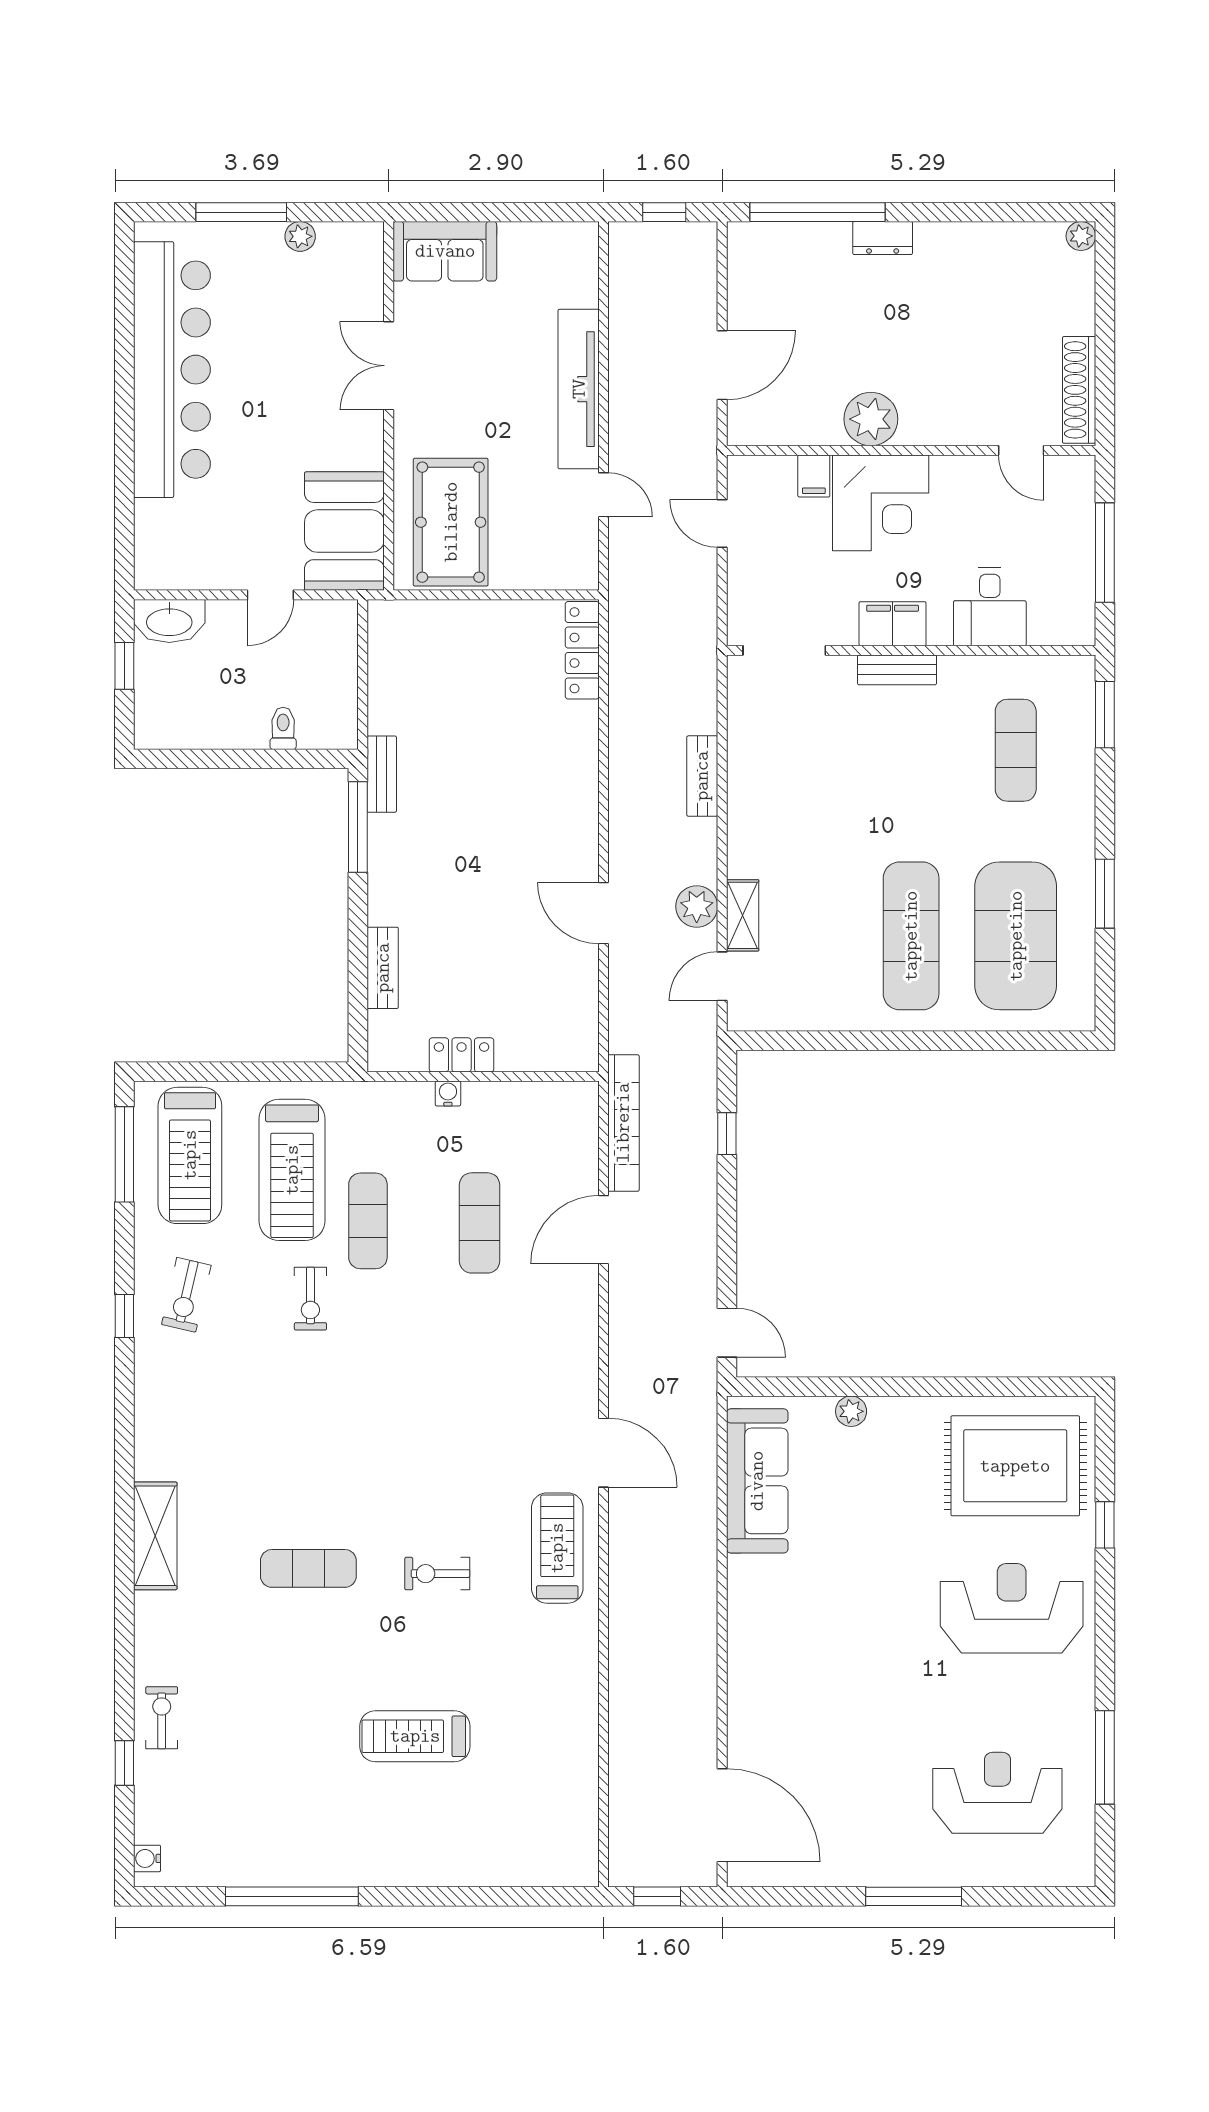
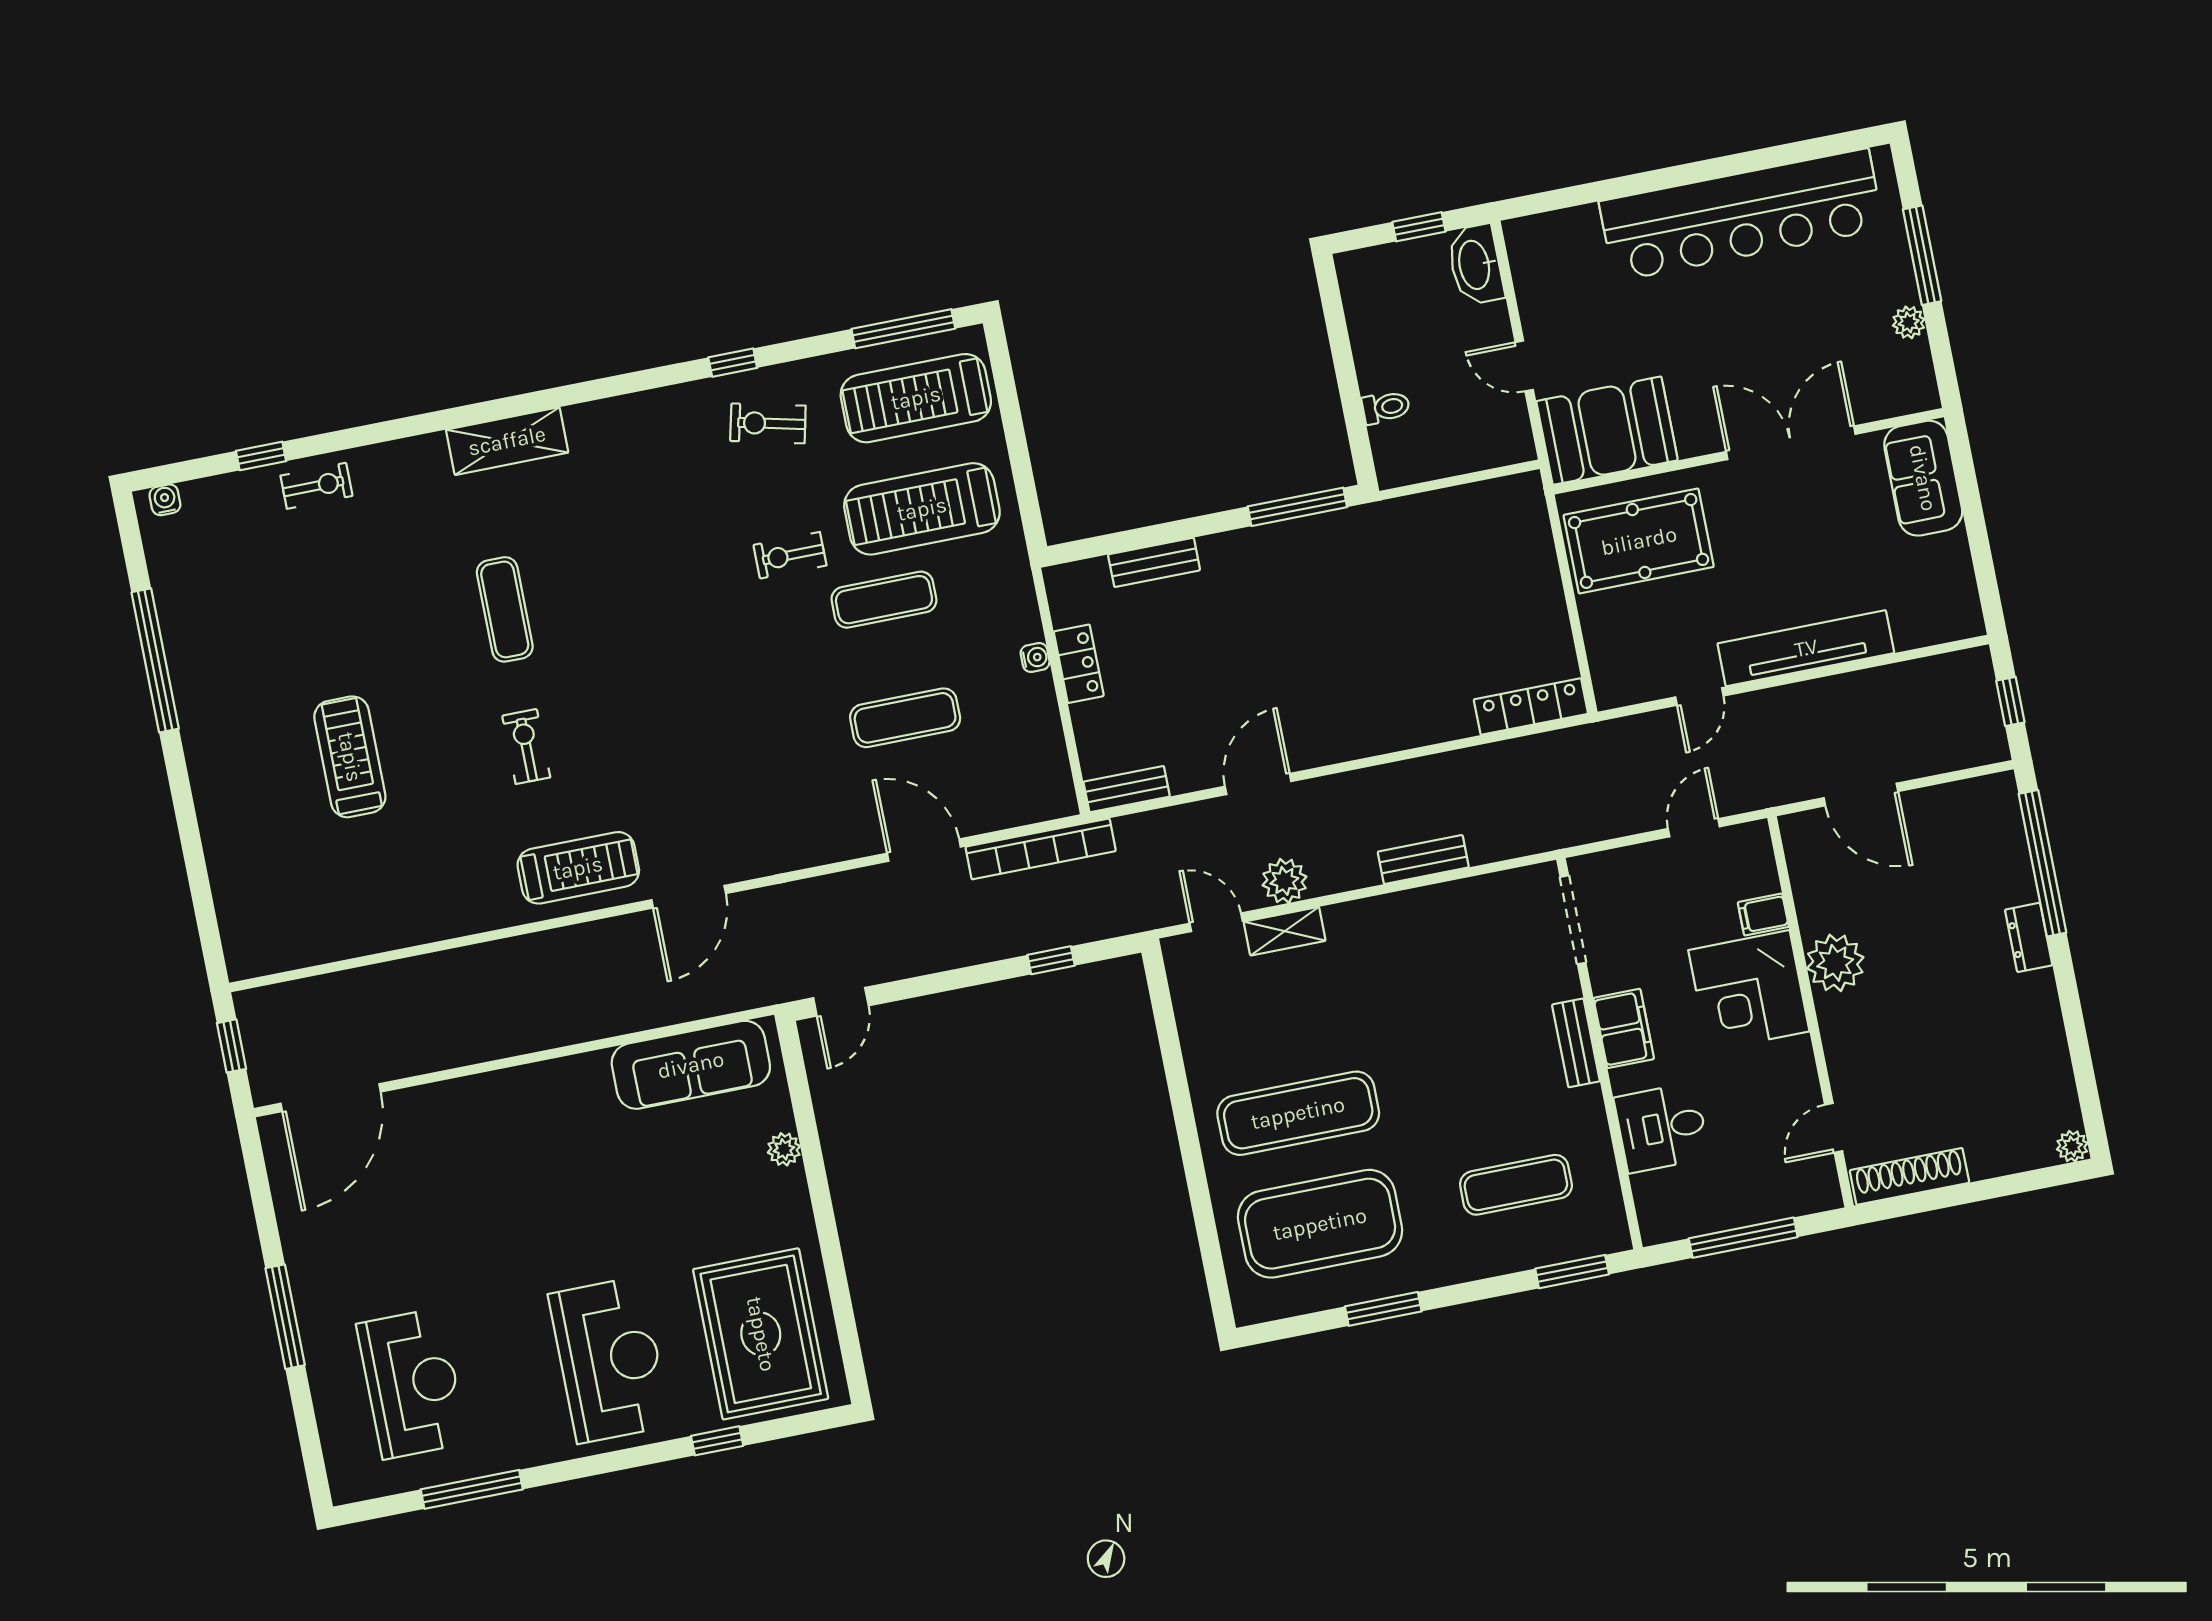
double door: (389, 366) -> (1791, 443), width x1.37
bench: (382, 774) -> (1127, 789), moved

